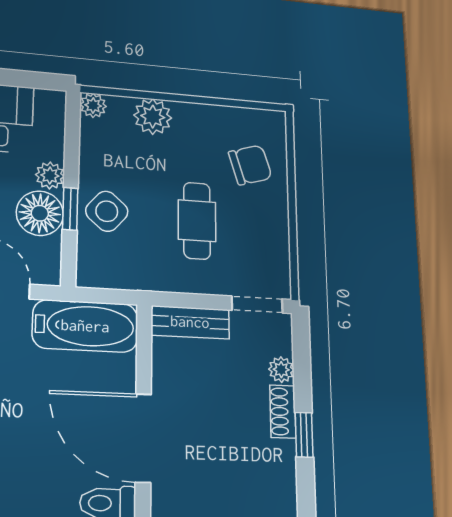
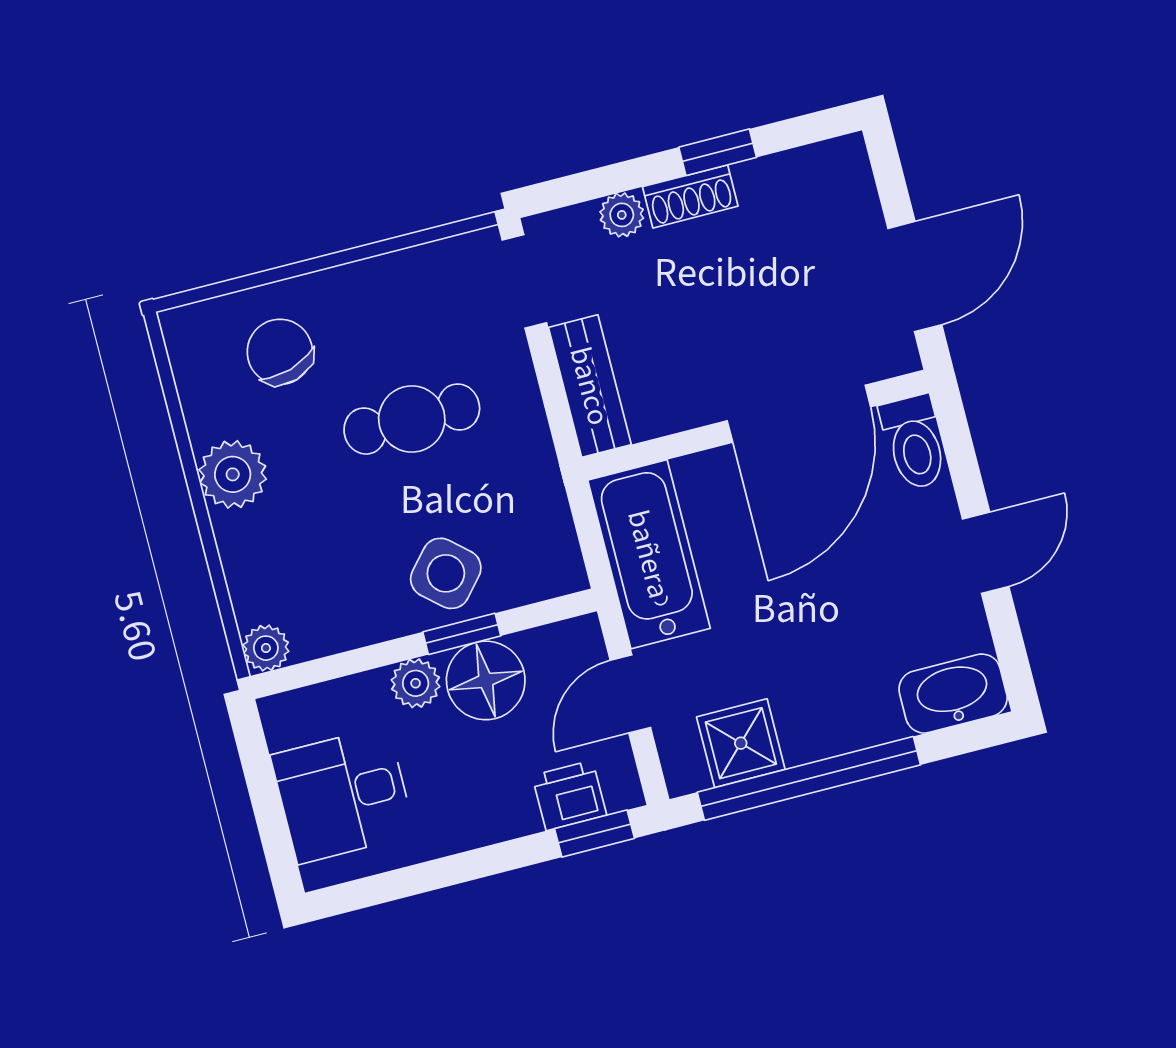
plant: (153, 117) -> (233, 474), moved

